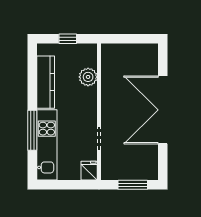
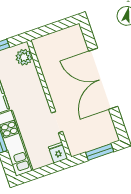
plant: (88, 77) -> (24, 57), moved

